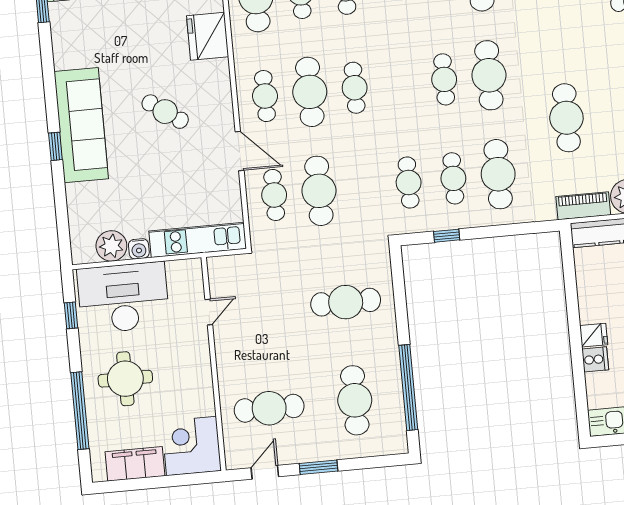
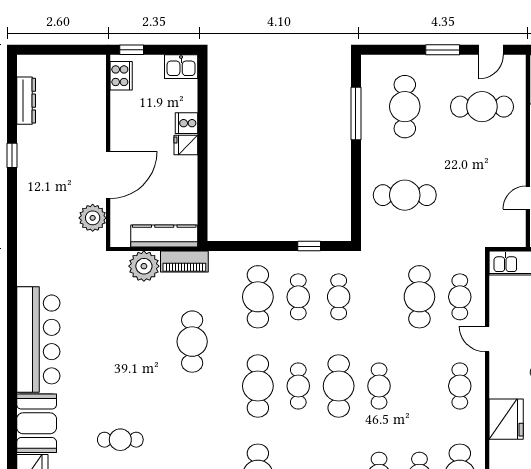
fridge: (208, 36) -> (506, 419), moved
cafe table: (310, 92) -> (339, 386), moved
door: (240, 151) -> (487, 339), width x0.73
window: (408, 388) -> (356, 114), width x0.68

